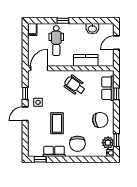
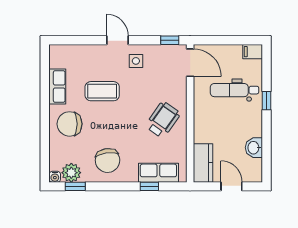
kitchen counter: (86, 60) -> (203, 163), moved
window: (25, 93) -> (170, 40), moved
window: (40, 159) -> (45, 64), removed

